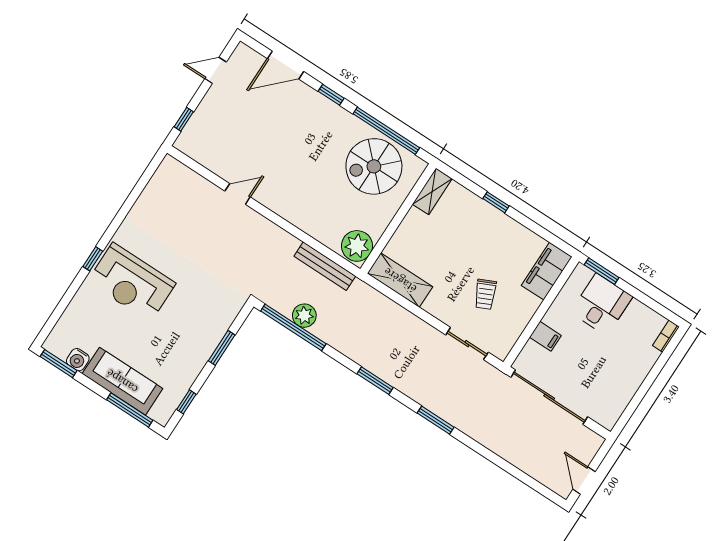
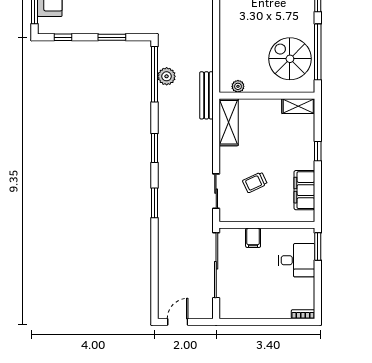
plant: (357, 246) -> (238, 86), width x0.53, depth x0.53
bench: (325, 266) -> (206, 95), moved
filing cabinet: (547, 271) -> (304, 190), moved, turned -90

